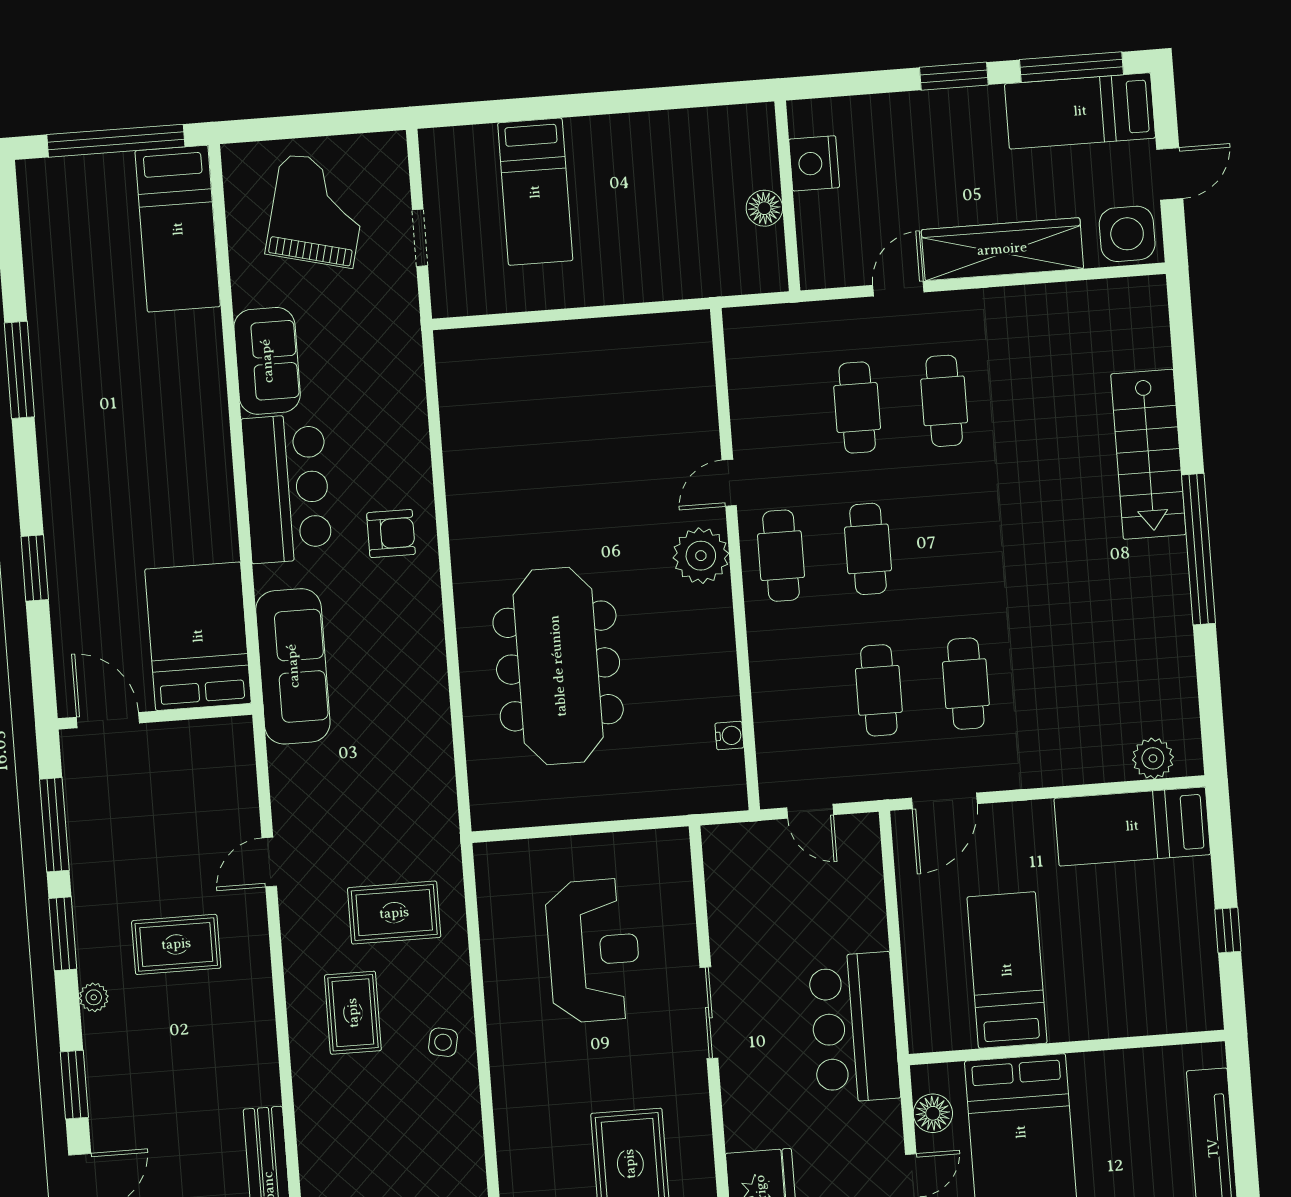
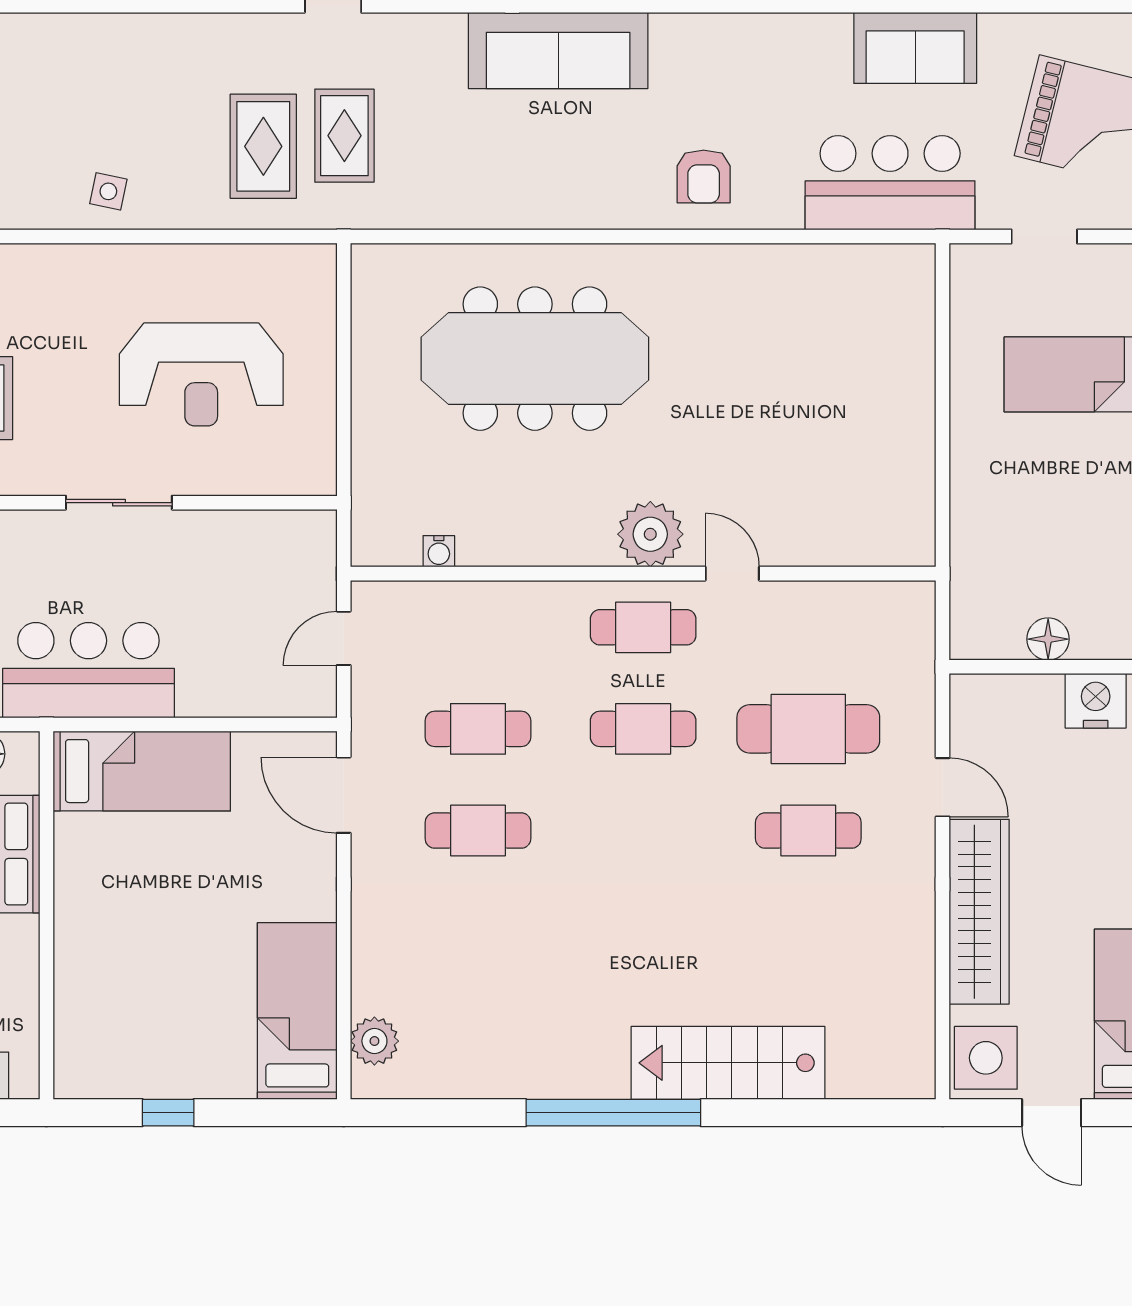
cafe table: (857, 408) -> (808, 729), width x1.37, depth x1.35
bar counter: (287, 488) -> (890, 183), moved, turned 180
bed: (1007, 970) -> (142, 771), moved
rug: (353, 1013) -> (344, 136), moved, turned 90

